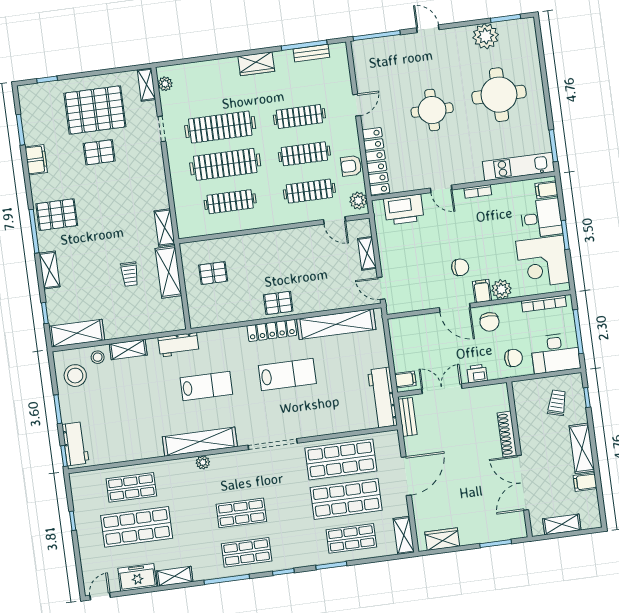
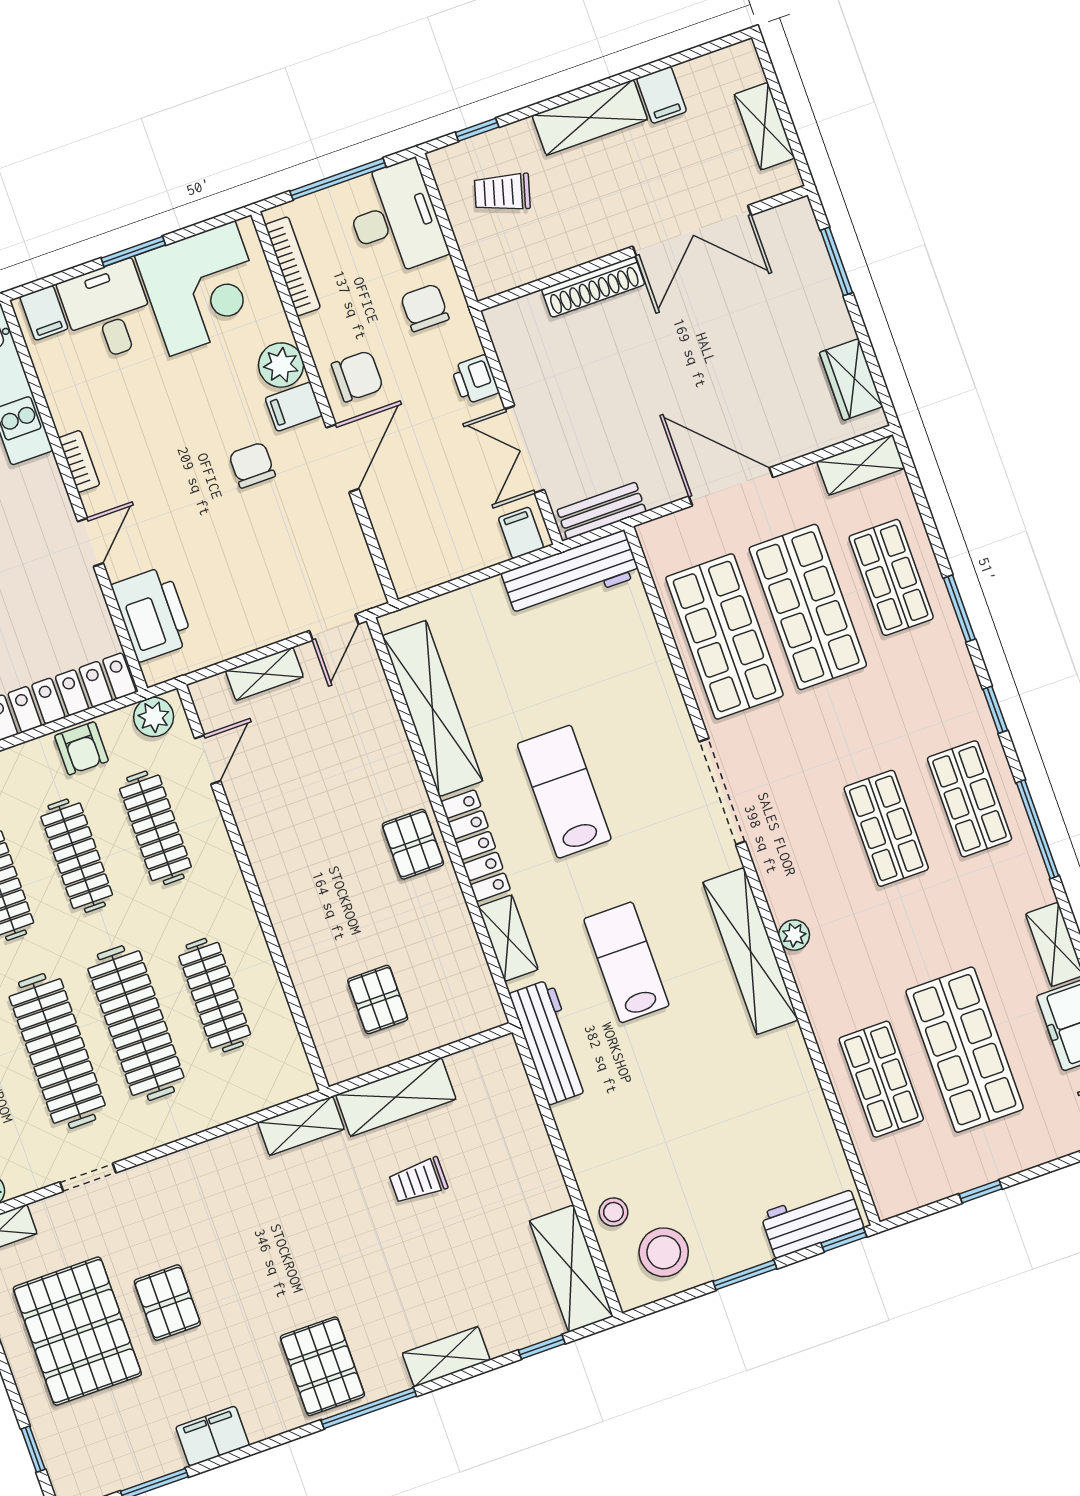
trolley: (130, 274) -> (418, 1181), turned 180
workbench: (178, 345) -> (550, 1042), width x1.38
shelving: (128, 350) -> (508, 938), moved

